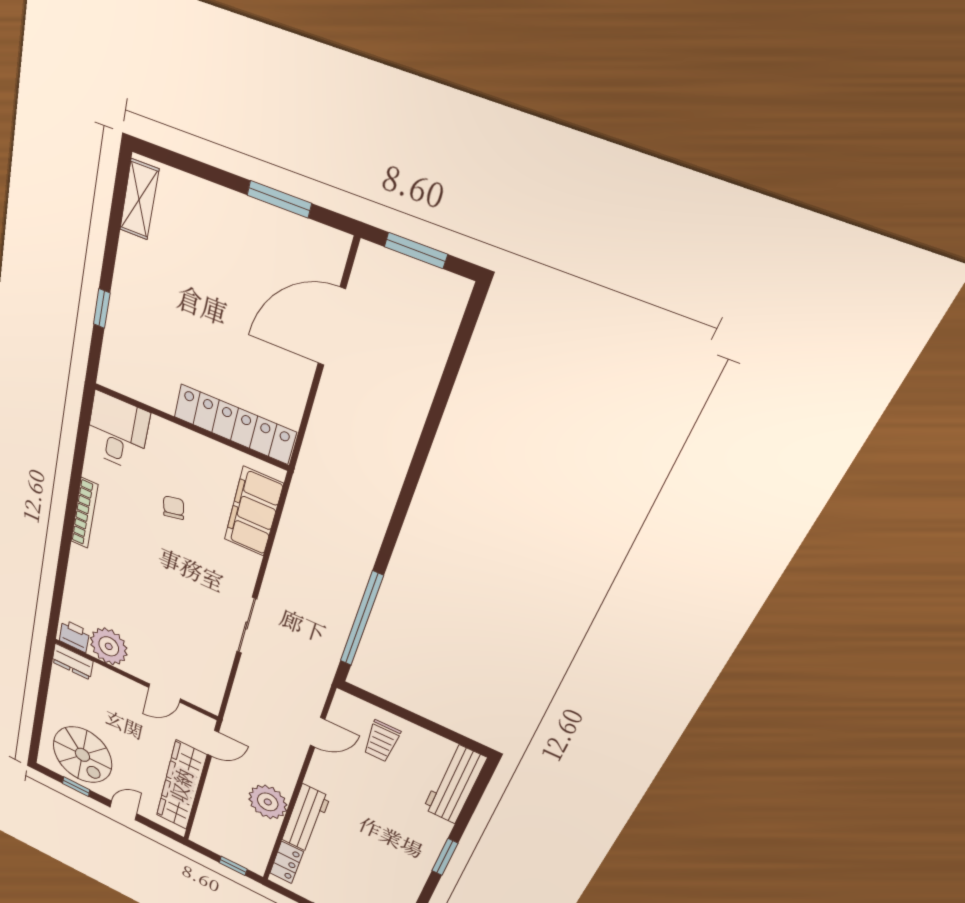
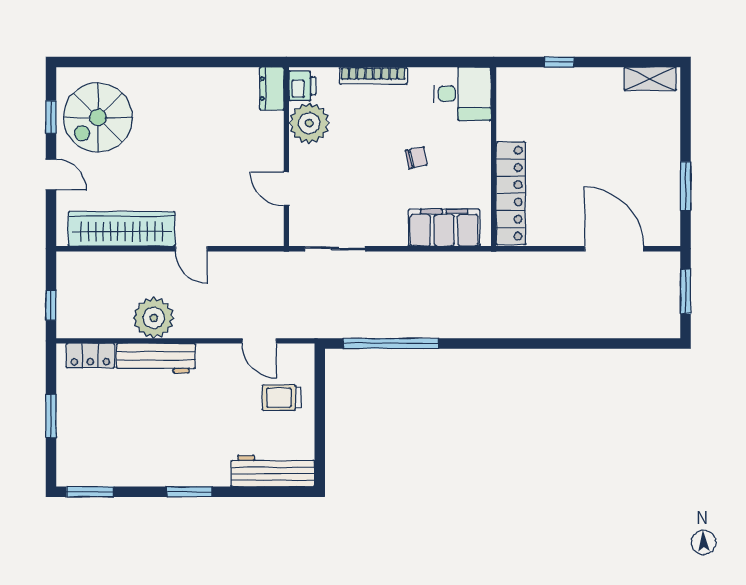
printer: (74, 636) -> (302, 86), moved
plant: (109, 646) -> (309, 123), moved
dresser: (72, 662) -> (272, 89), moved
wall: (135, 679) -> (286, 157), moved
door: (164, 693) -> (286, 189), moved

